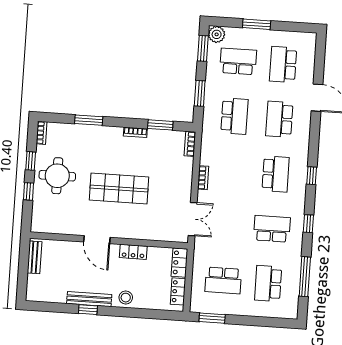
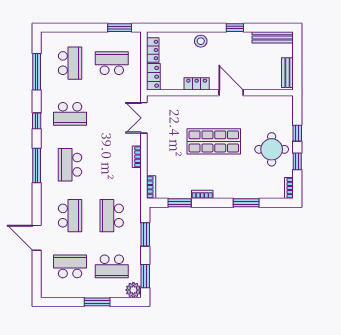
school desk: (283, 64) -> (70, 266), turned -90
window: (312, 176) -> (37, 166), width x2.17
bench: (89, 299) -> (273, 37), moved

